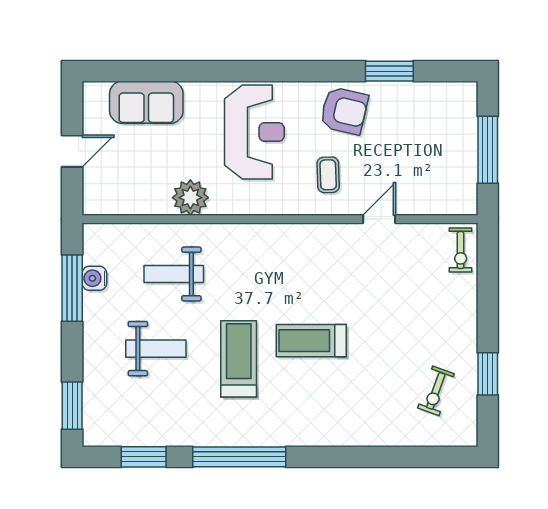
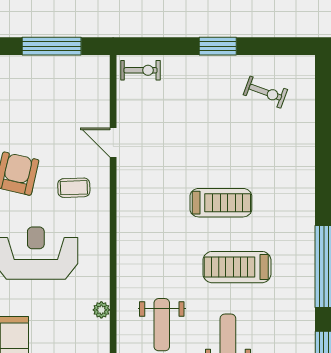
plant: (190, 198) -> (101, 310), width x0.53, depth x0.53
treadmill: (311, 341) -> (221, 203), turned -90
window: (488, 374) -> (218, 46), moved

